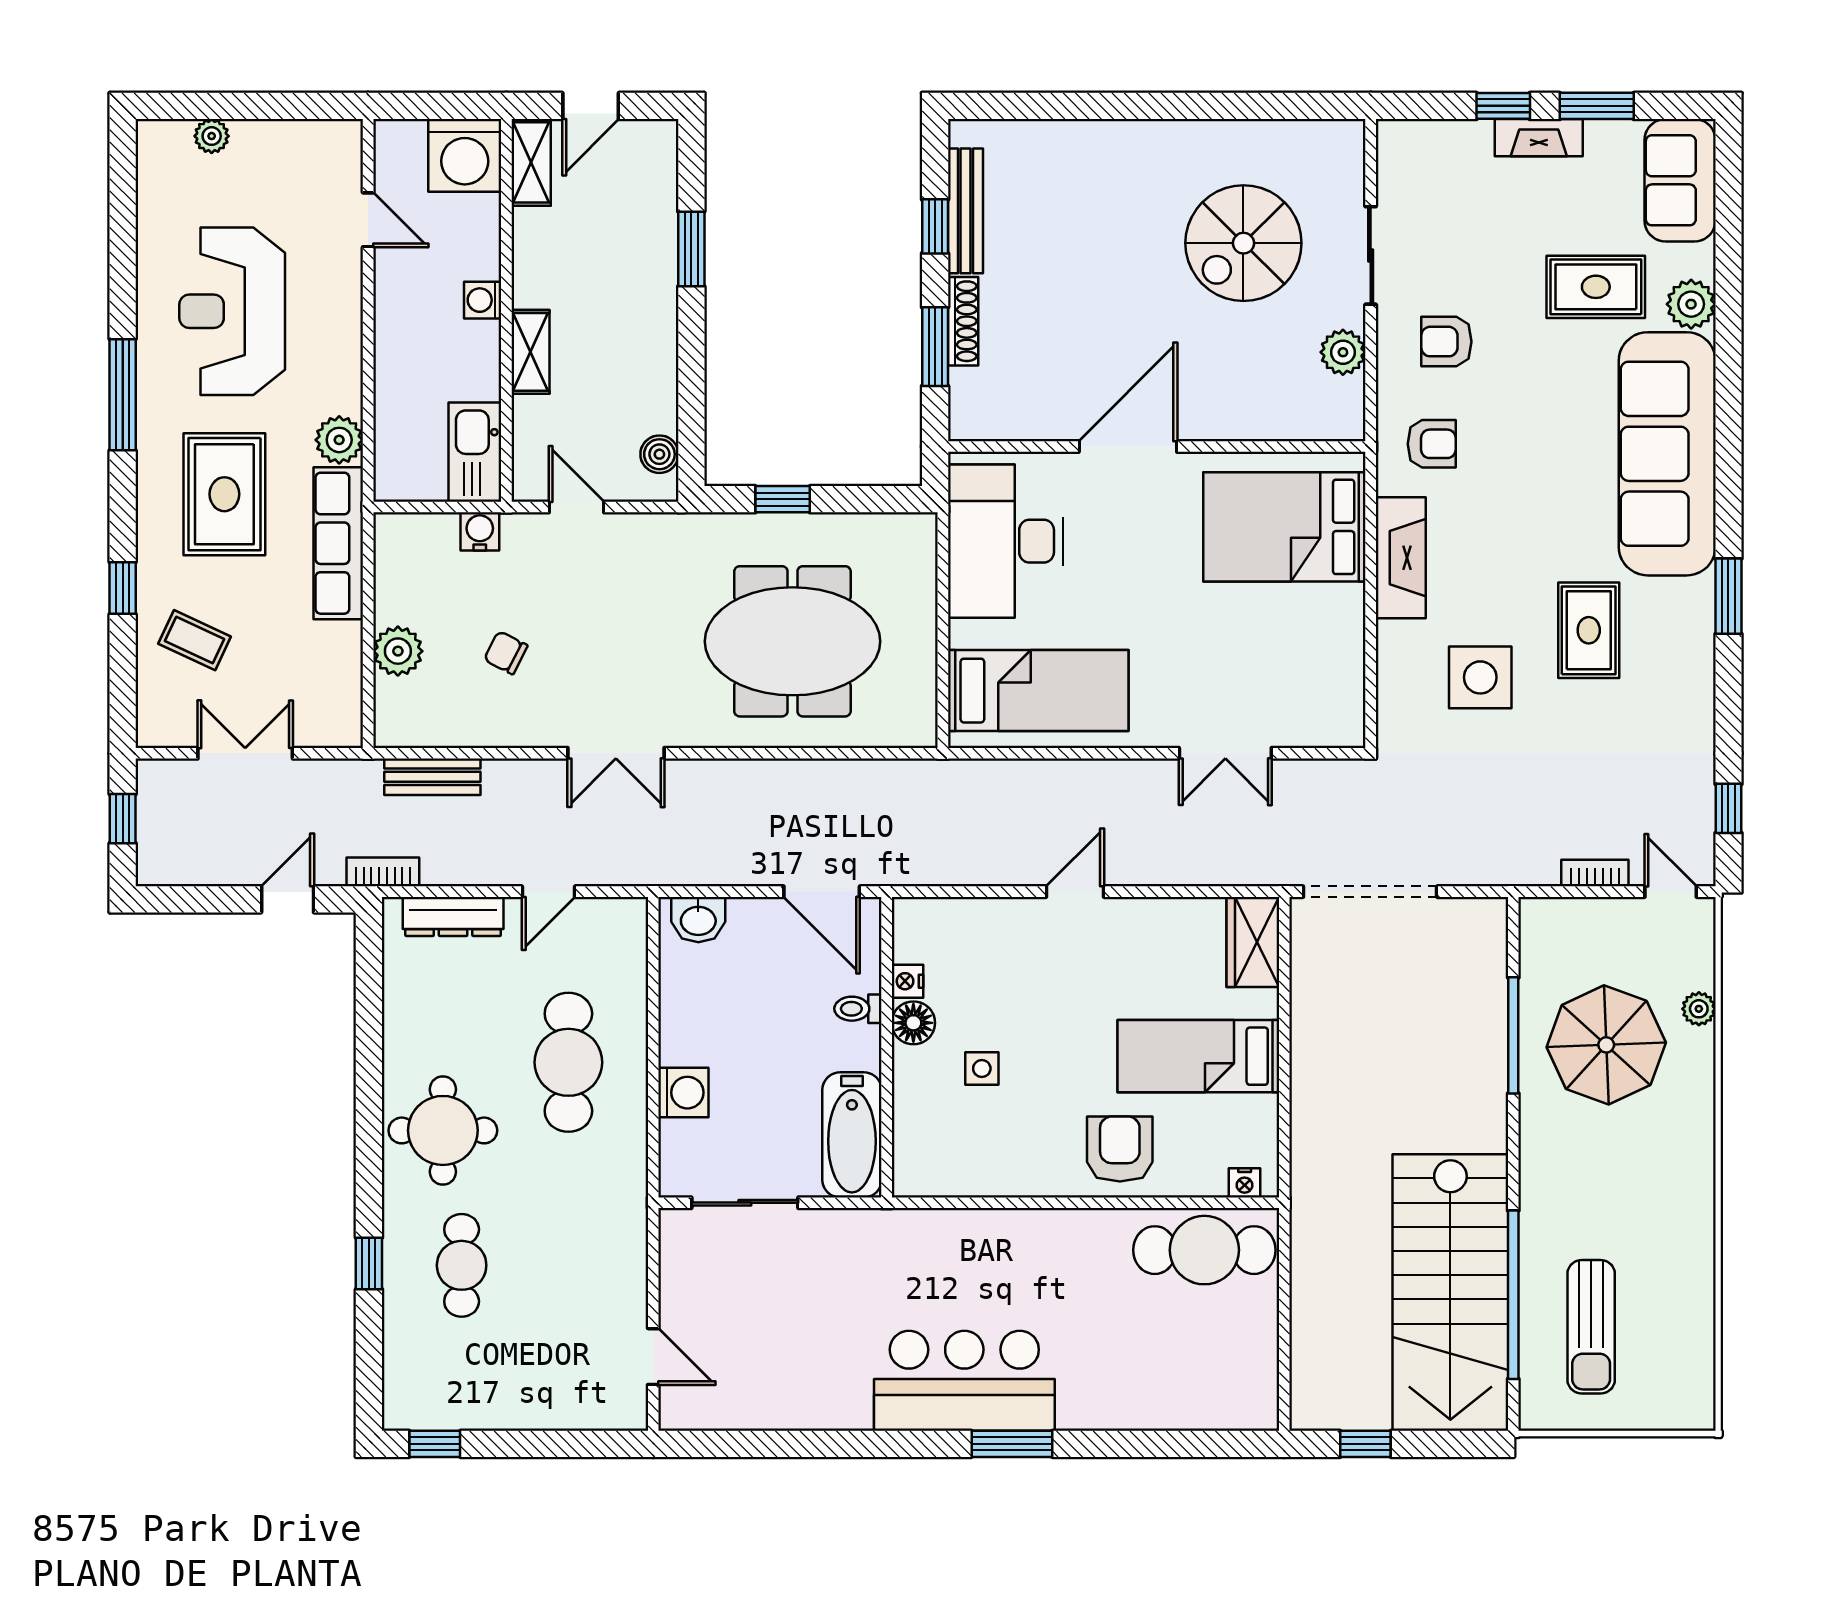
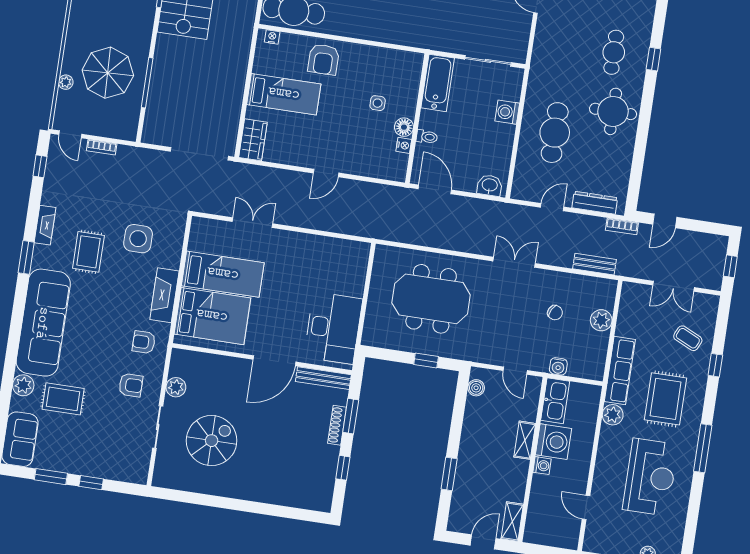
fireplace: (1539, 138) -> (45, 225), moved, turned 90
washing machine: (465, 155) -> (553, 442), moved, turned 90
bench: (965, 211) -> (323, 378), moved, turned 90
bed: (1038, 691) -> (223, 274), moved, turned 180

